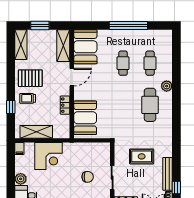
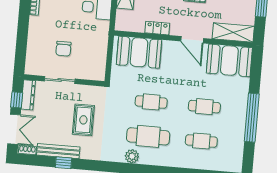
plant: (167, 86) -> (132, 156), moved
cafe table: (123, 105) -> (151, 102), added
window: (176, 187) -> (63, 163), moved

